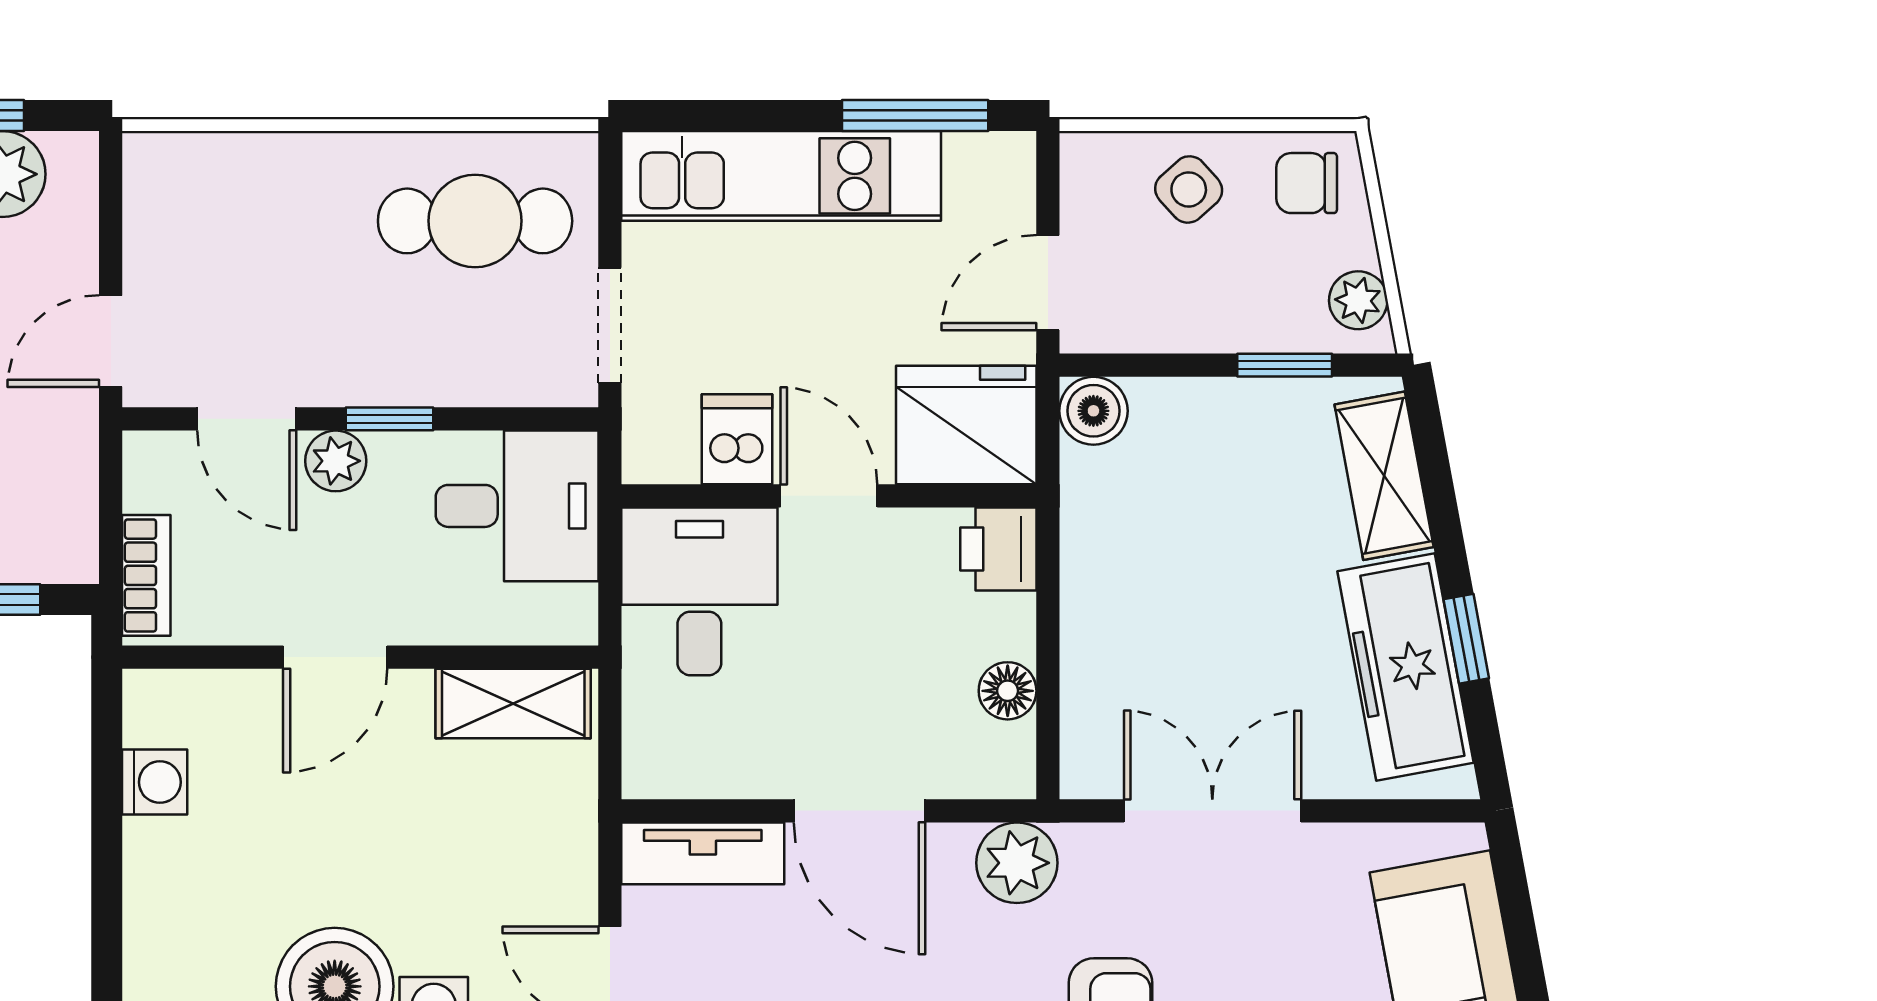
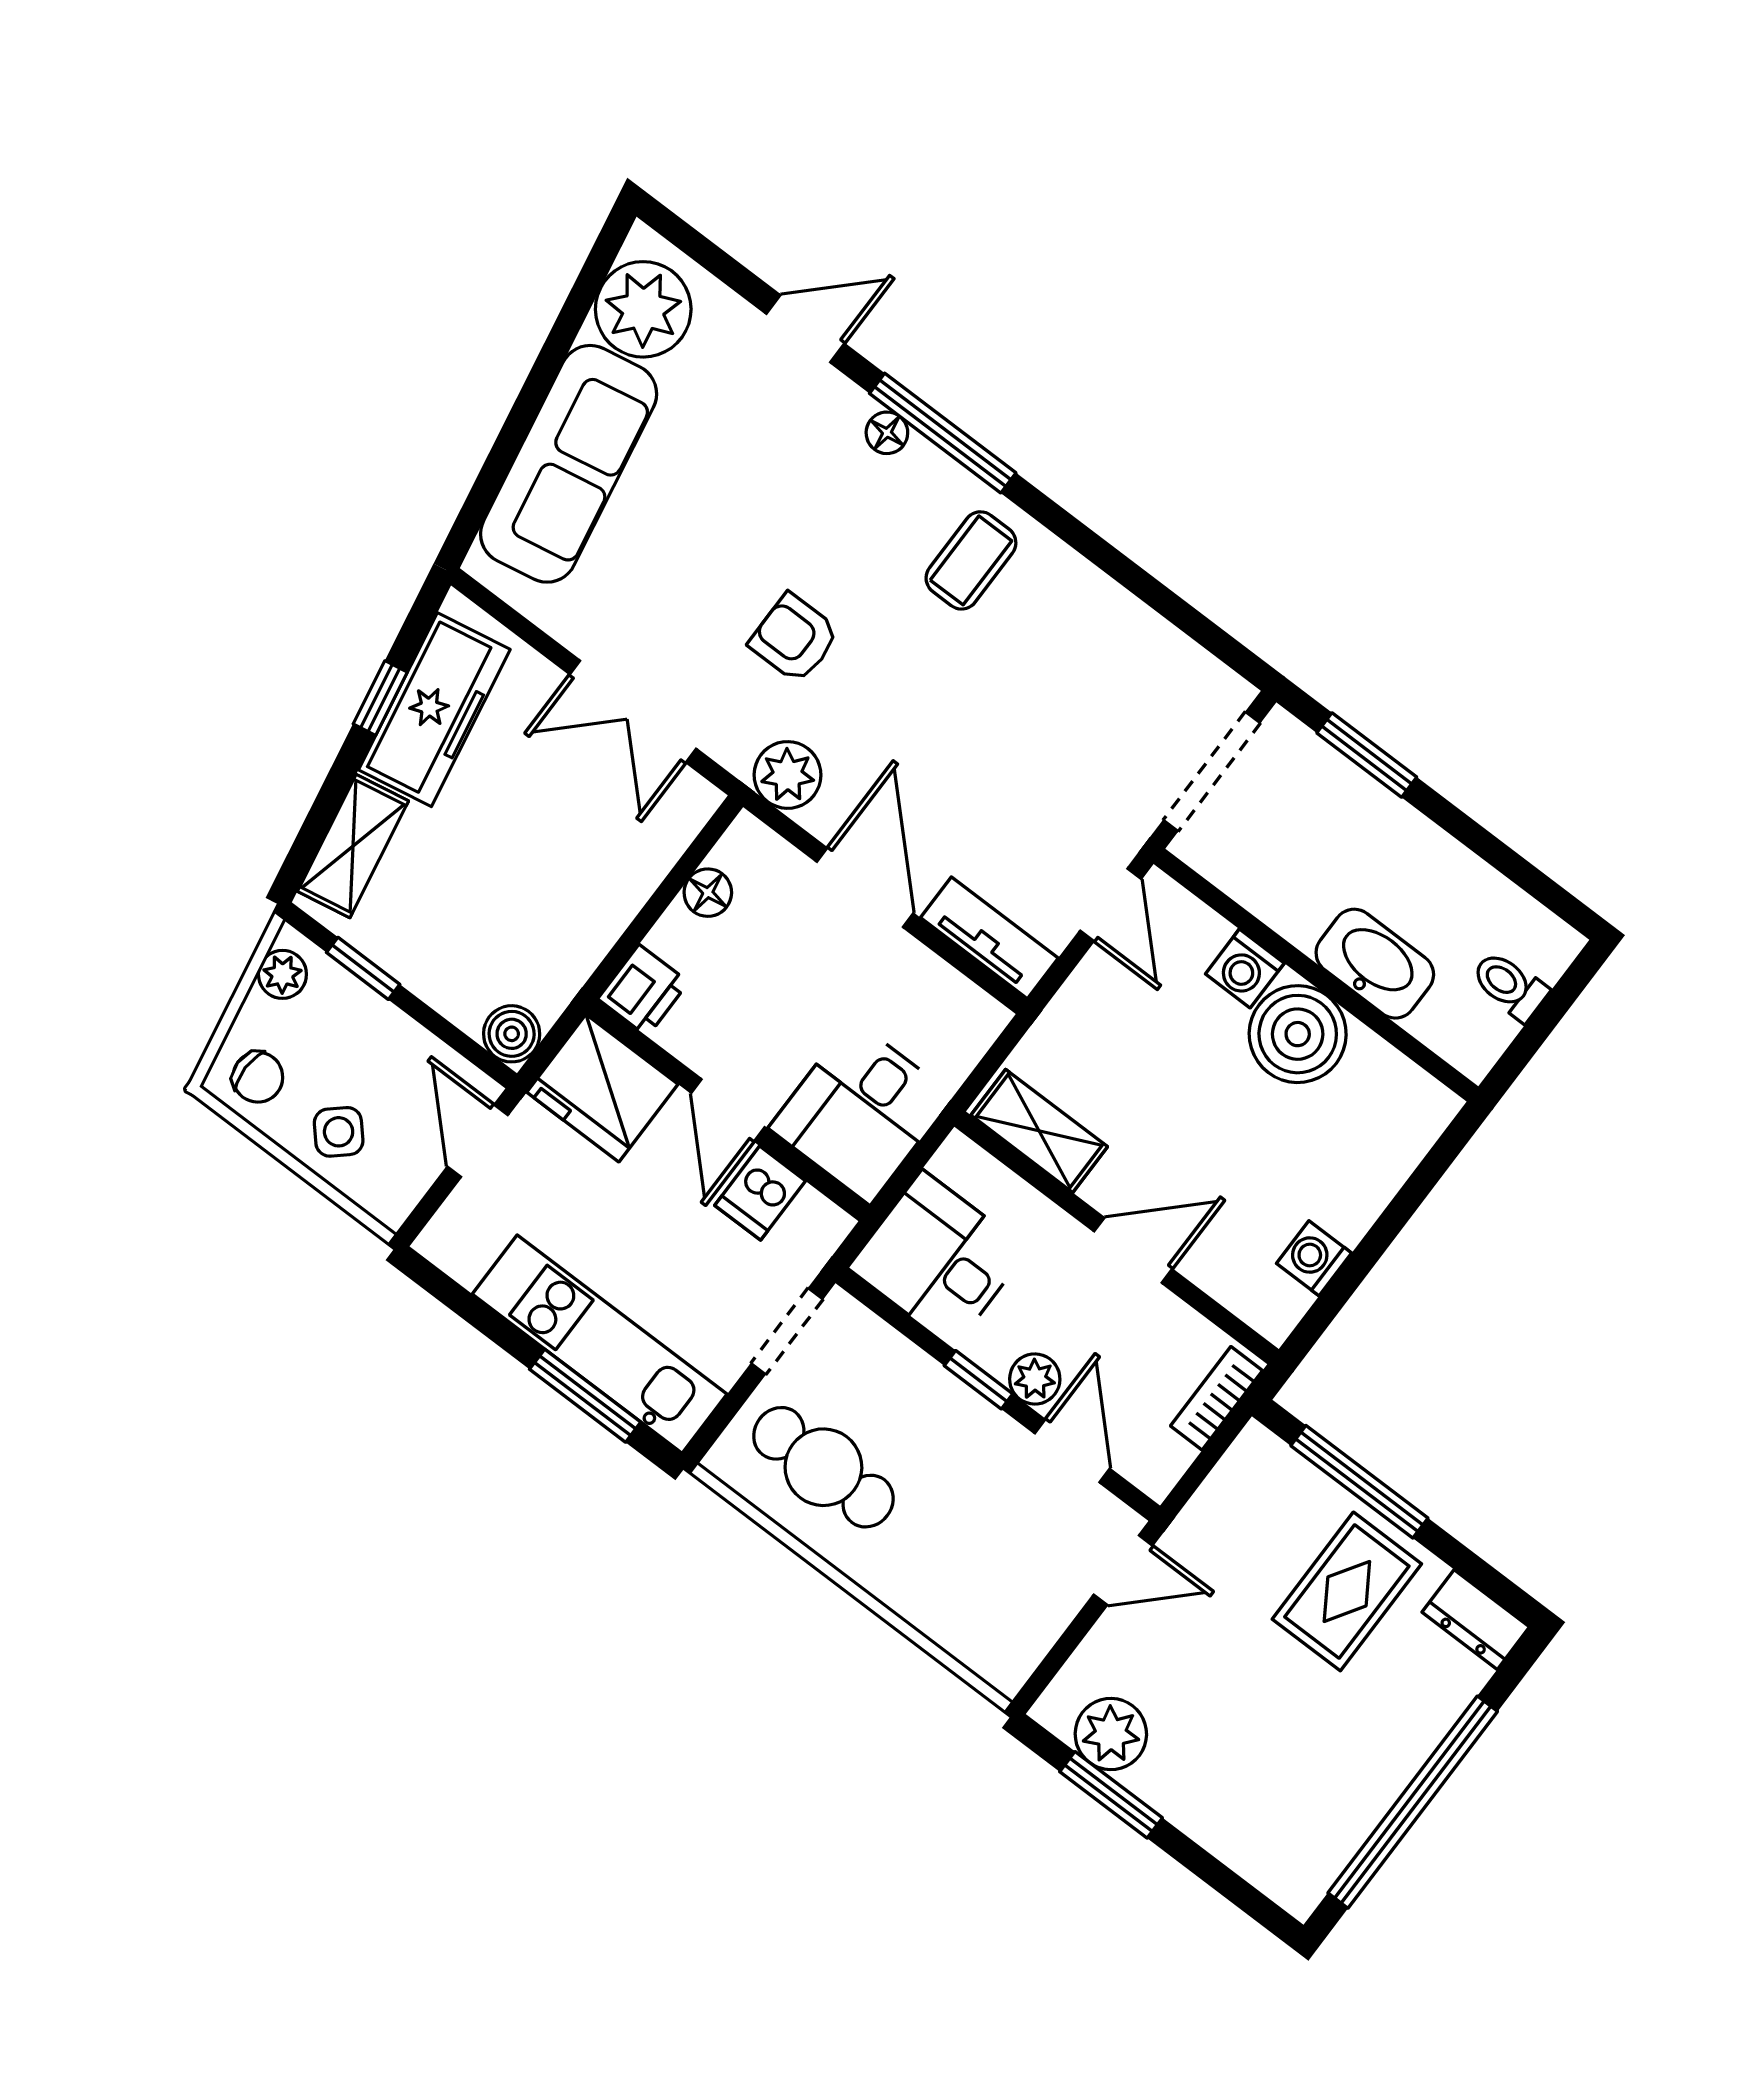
window: (915, 115) -> (585, 1396), moved
door: (1048, 283) -> (478, 1141), swing flipped

